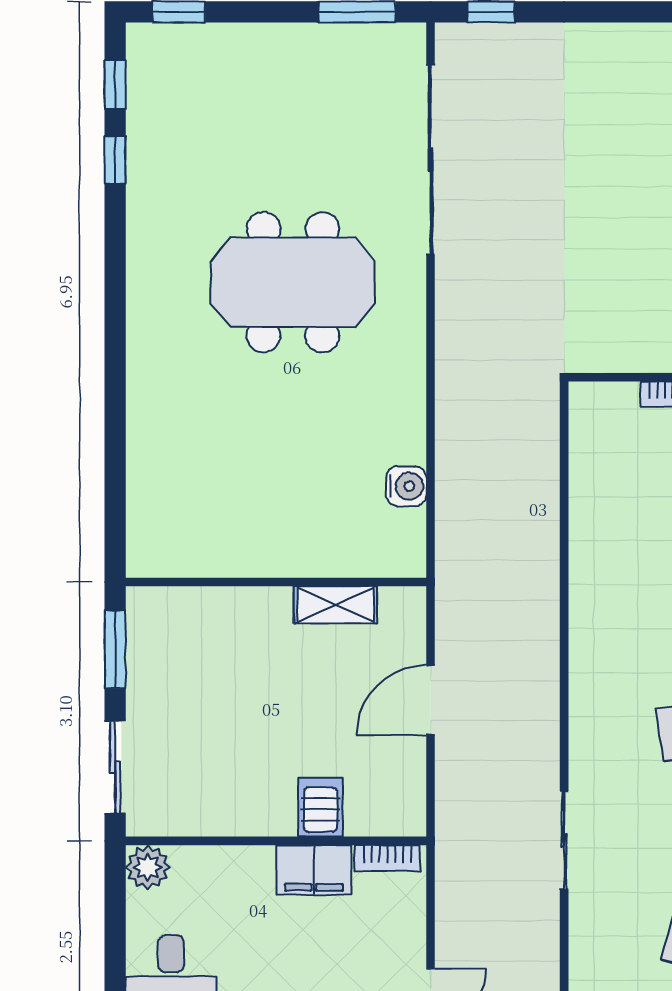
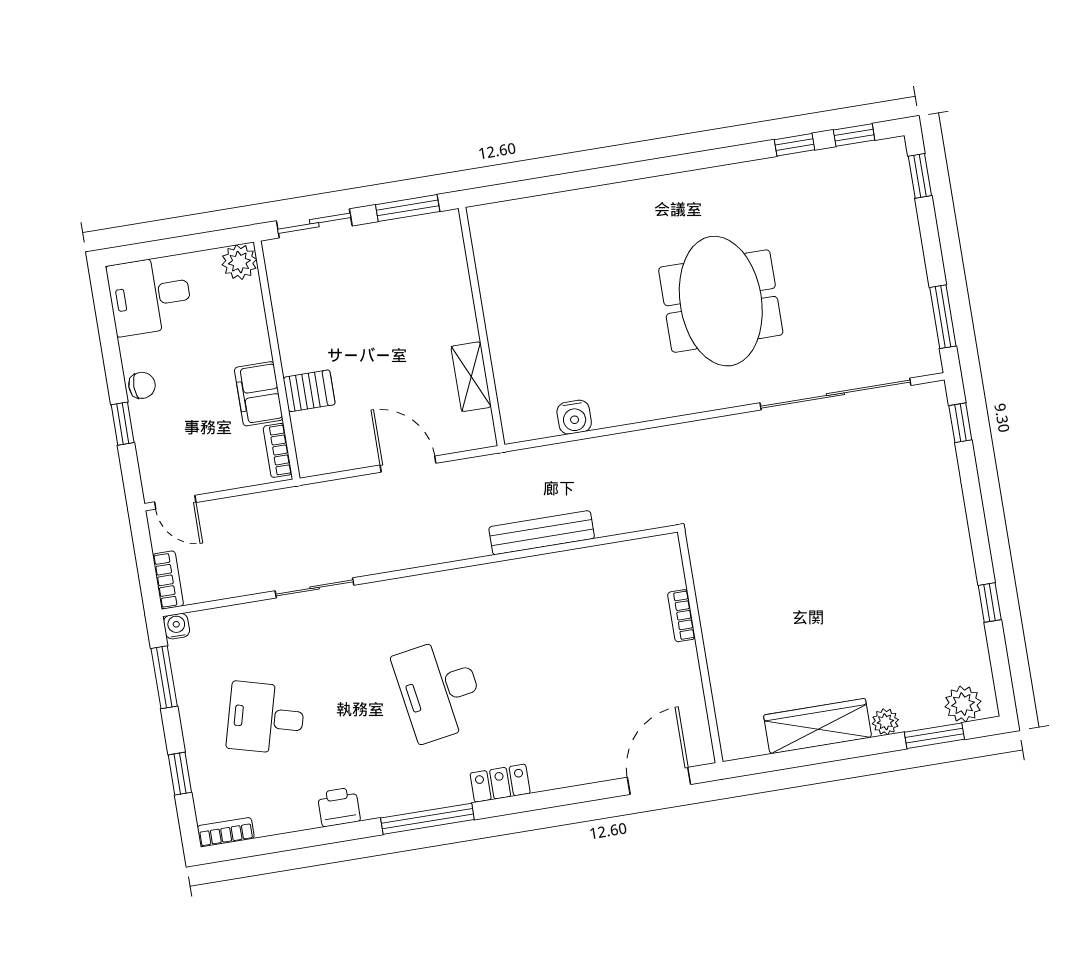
bench: (542, 550) -> (542, 533), added

